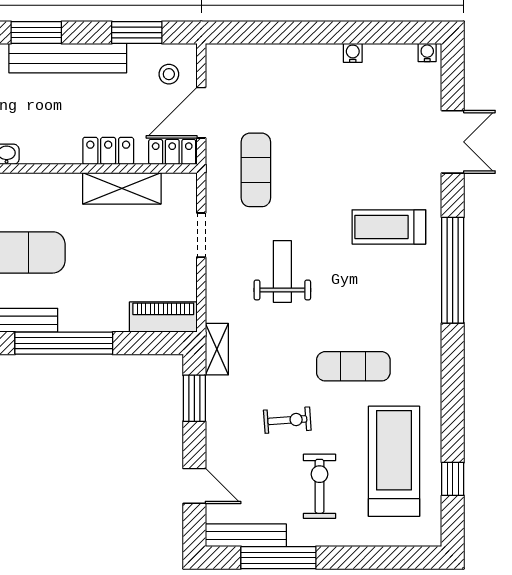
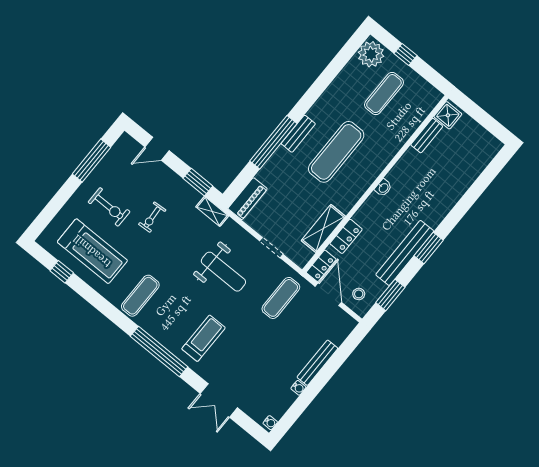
exercise mat: (256, 170) -> (281, 298), turned 90
weight bench: (282, 271) -> (223, 272), width x1.36, depth x1.33
exercise mat: (353, 366) -> (140, 296), moved
bench: (246, 535) -> (317, 363), moved

